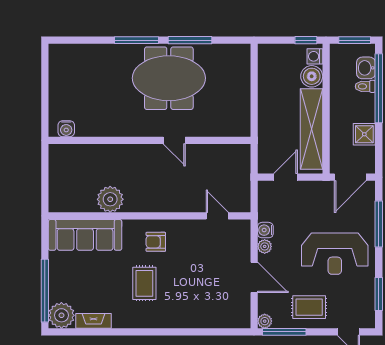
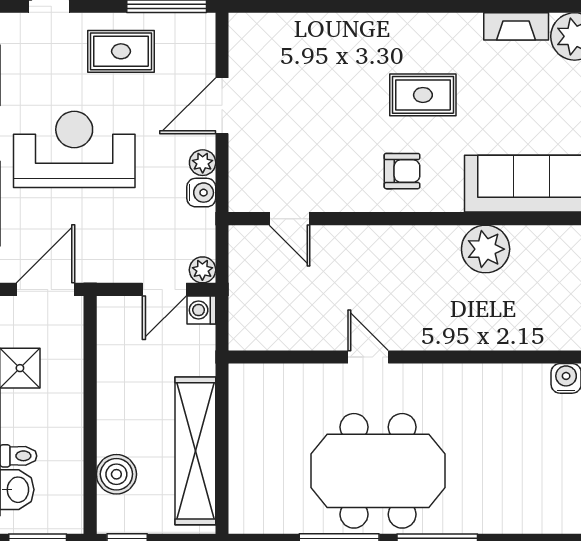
washing machine: (315, 56) -> (201, 310), moved, turned 180
shelving: (312, 129) -> (195, 451), moved
door: (254, 277) -> (222, 106), hinge flipped
rug: (144, 283) -> (423, 95), turned 90
plant: (265, 321) -> (202, 270), moved

